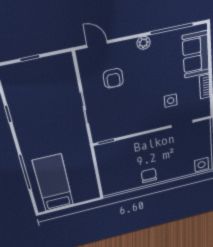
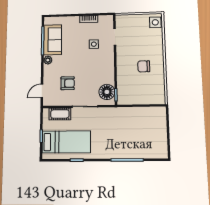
sofa: (196, 55) -> (53, 40), moved, turned -90
cot: (68, 77) -> (60, 114), added
floor lamp: (108, 130) -> (107, 92), added
chair: (149, 176) -> (144, 66), moved
bed: (53, 183) -> (66, 142), moved, turned 180

